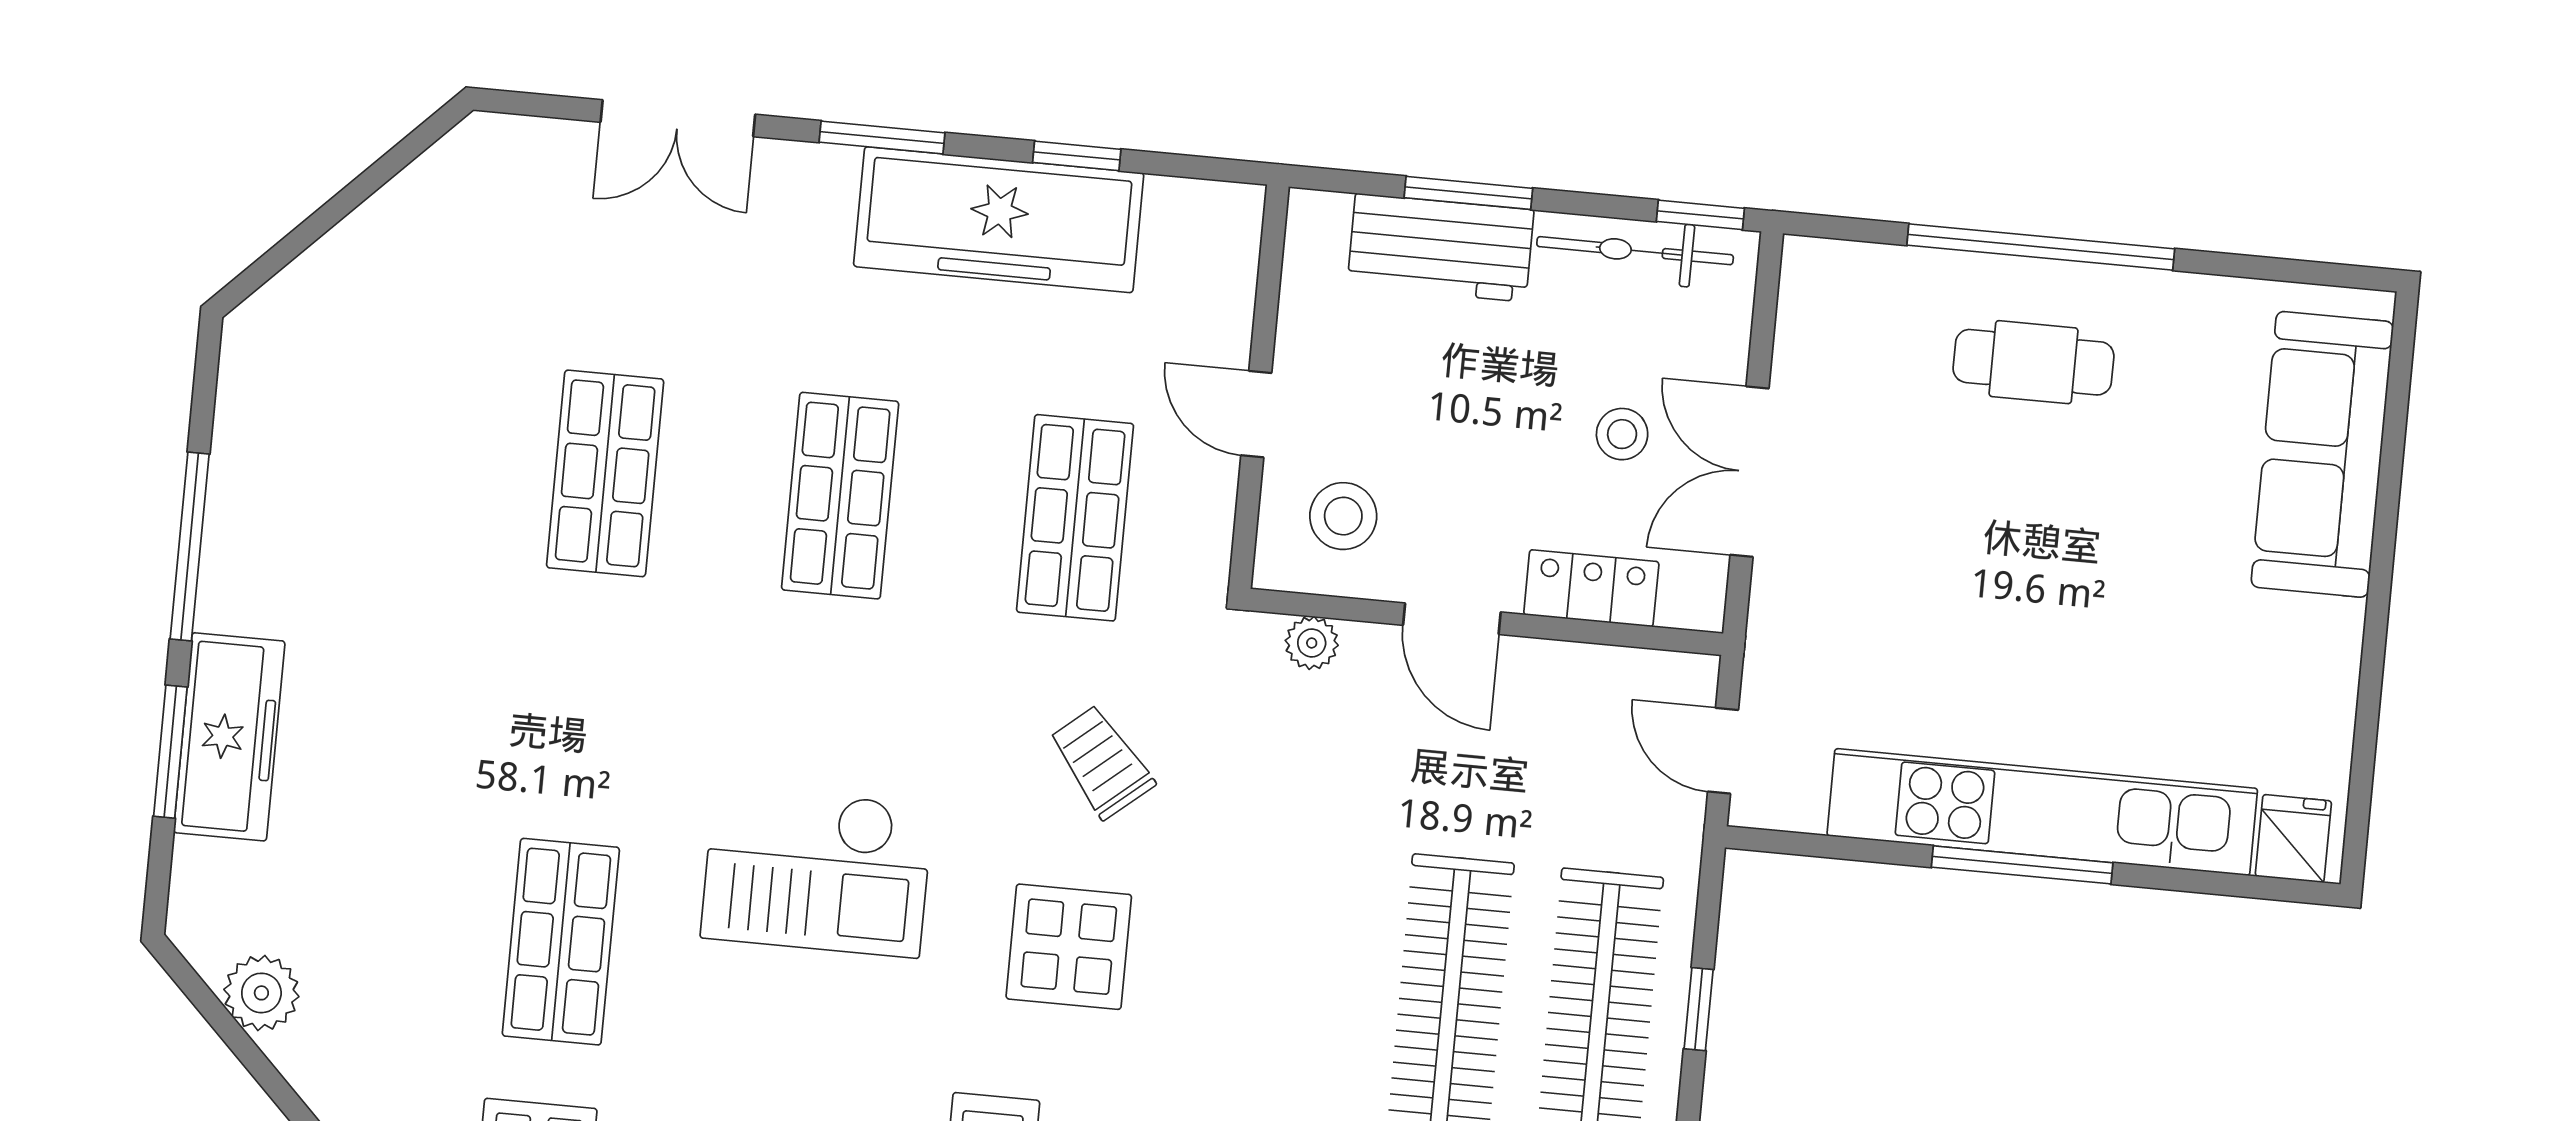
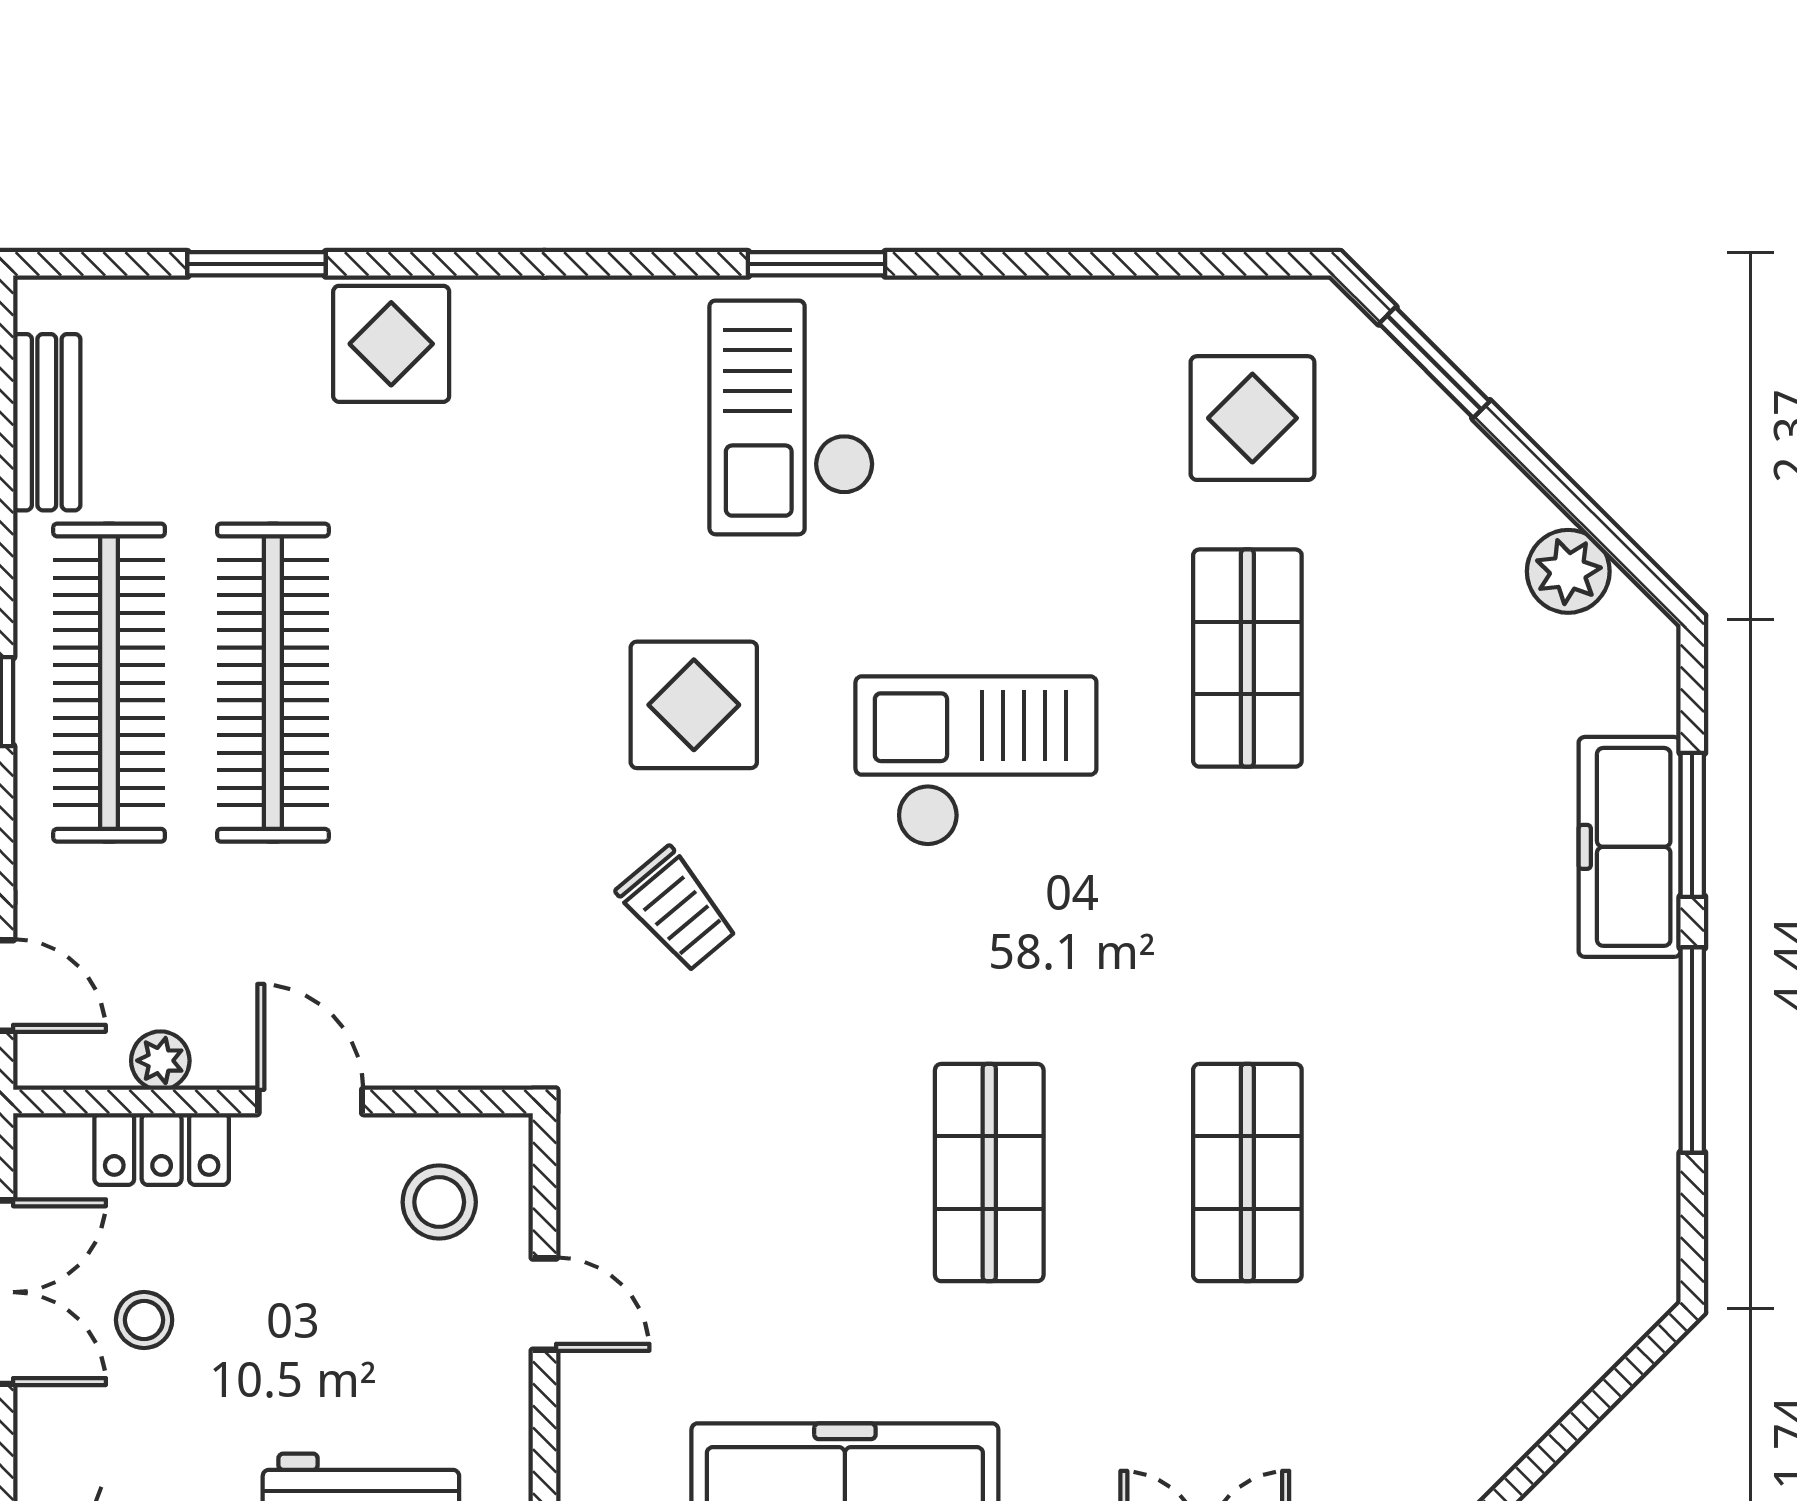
shop shelf: (1075, 518) -> (731, 1173), removed
plant: (1312, 643) -> (160, 1061), moved

